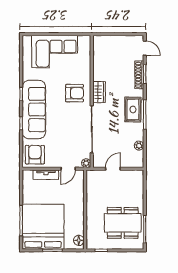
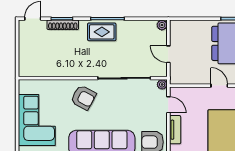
wardrobe: (99, 92) -> (82, 70), removed
armchair: (75, 93) -> (83, 98), turned 118
plant: (139, 146) -> (162, 25), moved
door: (85, 214) -> (219, 86), added

